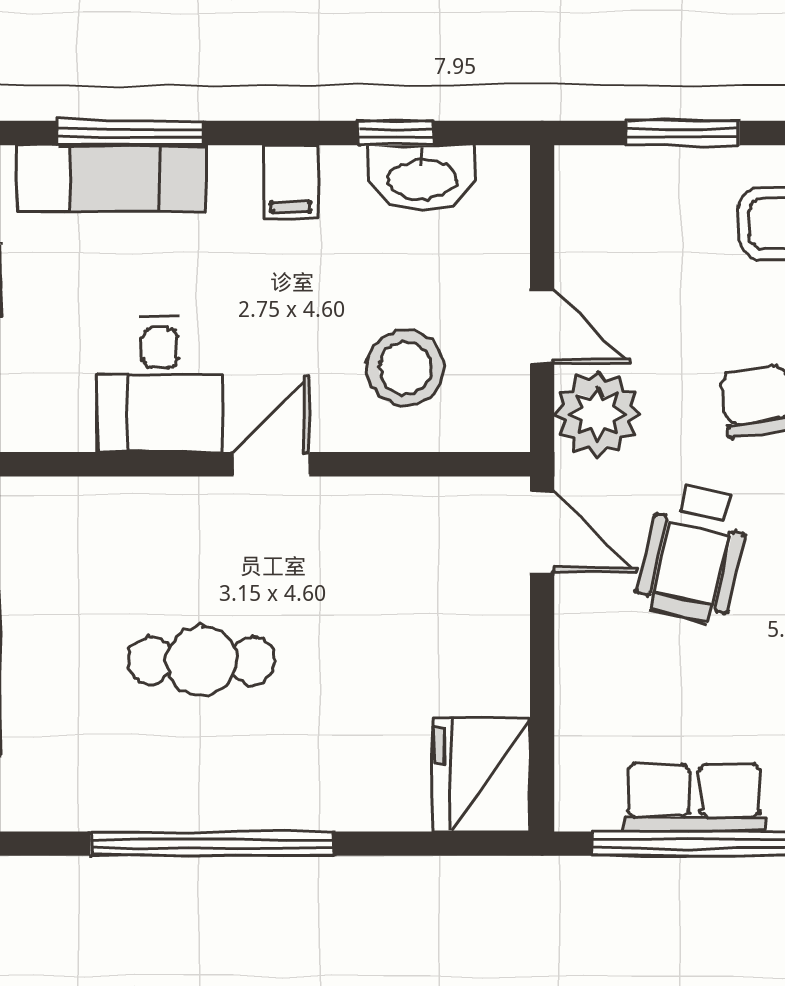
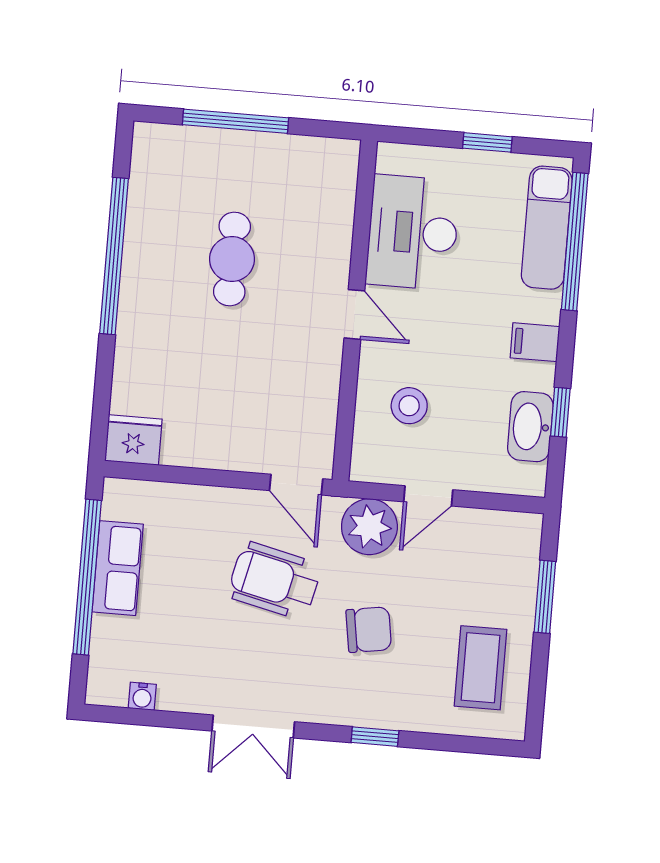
window: (130, 133) -> (575, 242), width x1.46
stool: (405, 368) -> (409, 406), width x0.73, depth x0.73
desk: (160, 385) -> (413, 232), width x1.37
door: (542, 532) -> (296, 485), hinge flipped
fridge: (482, 775) -> (133, 440), width x0.73, depth x0.75

